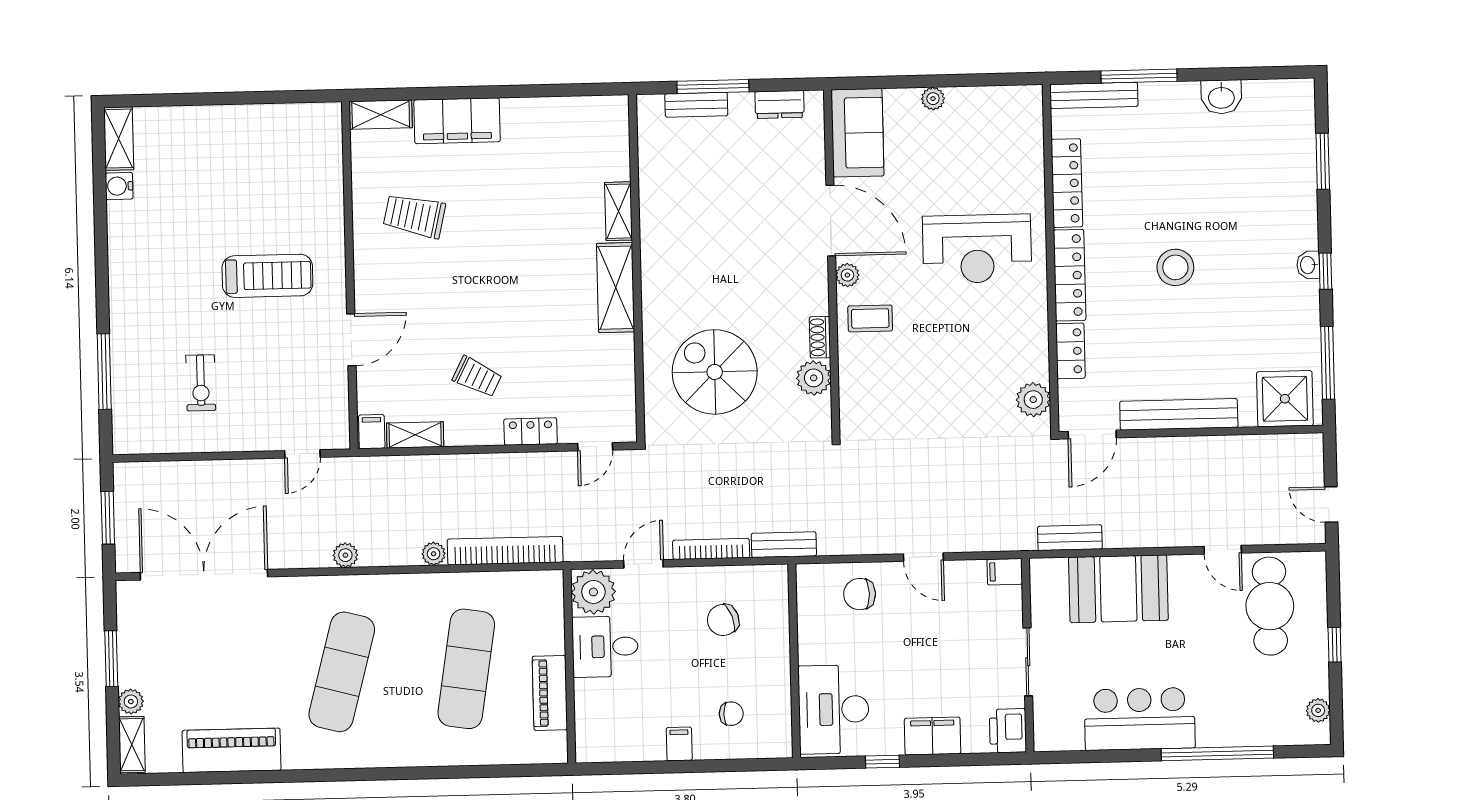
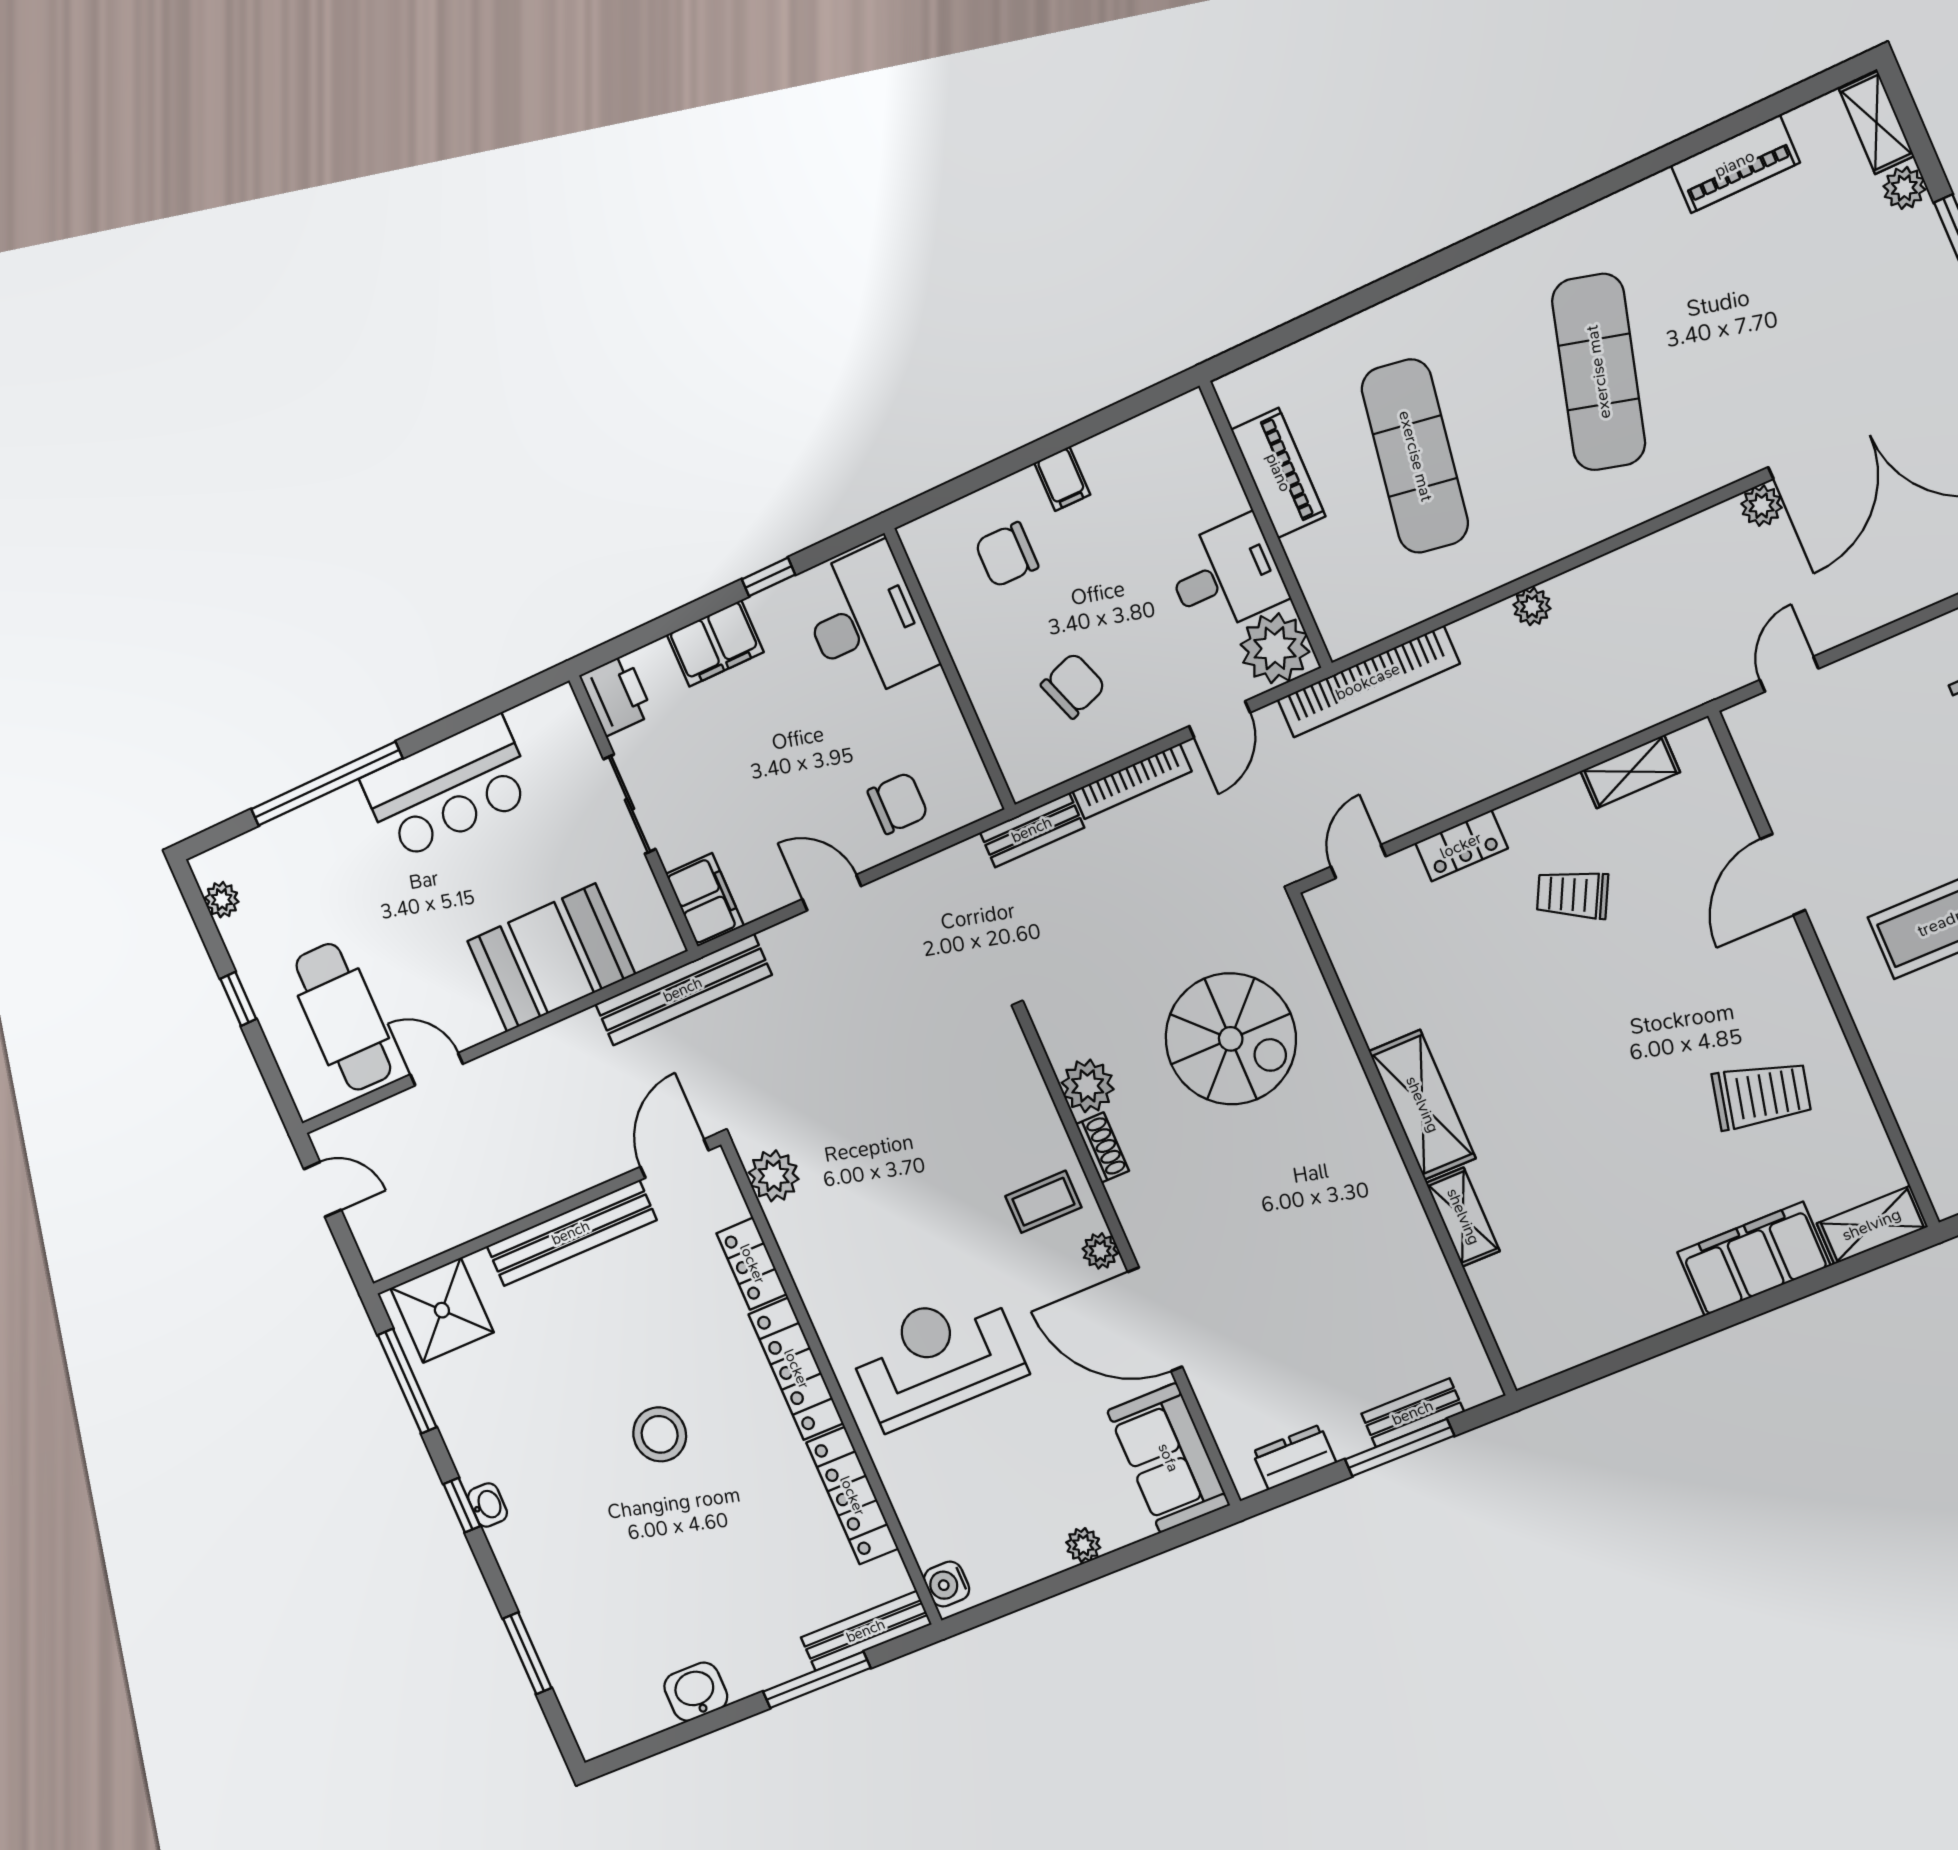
water cooler: (1030, 106) -> (947, 1584), added
filing cabinet: (372, 432) -> (1697, 750), removed
bench: (1070, 538) -> (683, 990), width x1.86, depth x1.21
bookcase: (505, 551) -> (1368, 682), moved
plant: (345, 555) -> (1762, 506), moved
filing cabinet: (1005, 572) -> (705, 900), width x2.00
chair: (731, 714) -> (1007, 555), width x1.37, depth x1.37
piano: (232, 750) -> (1735, 164), width x0.73, depth x0.75

